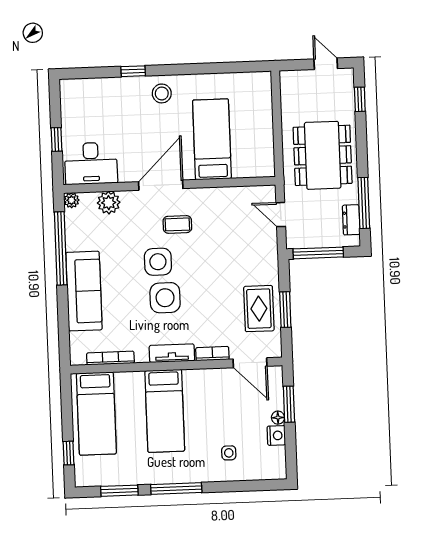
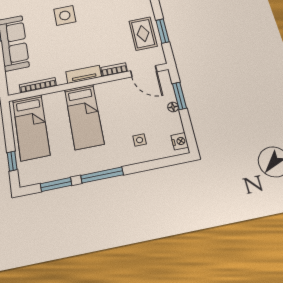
side table: (165, 298) -> (73, 38), removed
nightstand: (276, 435) -> (180, 141), moved

